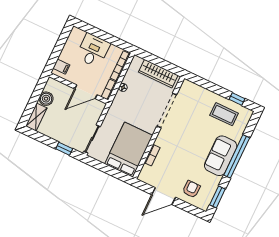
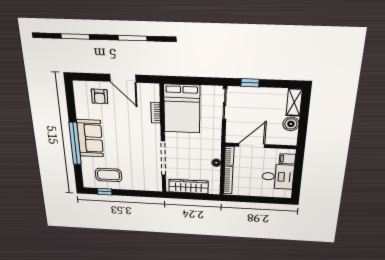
desk: (93, 50) -> (278, 177), moved, turned -90
door: (164, 196) -> (123, 78), swing flipped
window: (217, 197) -> (70, 100), removed

